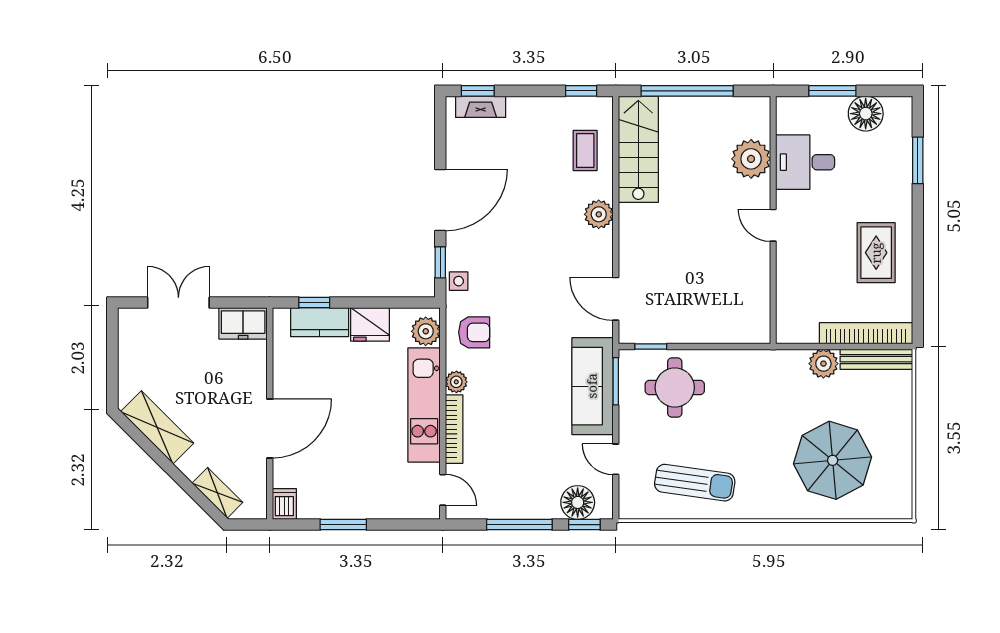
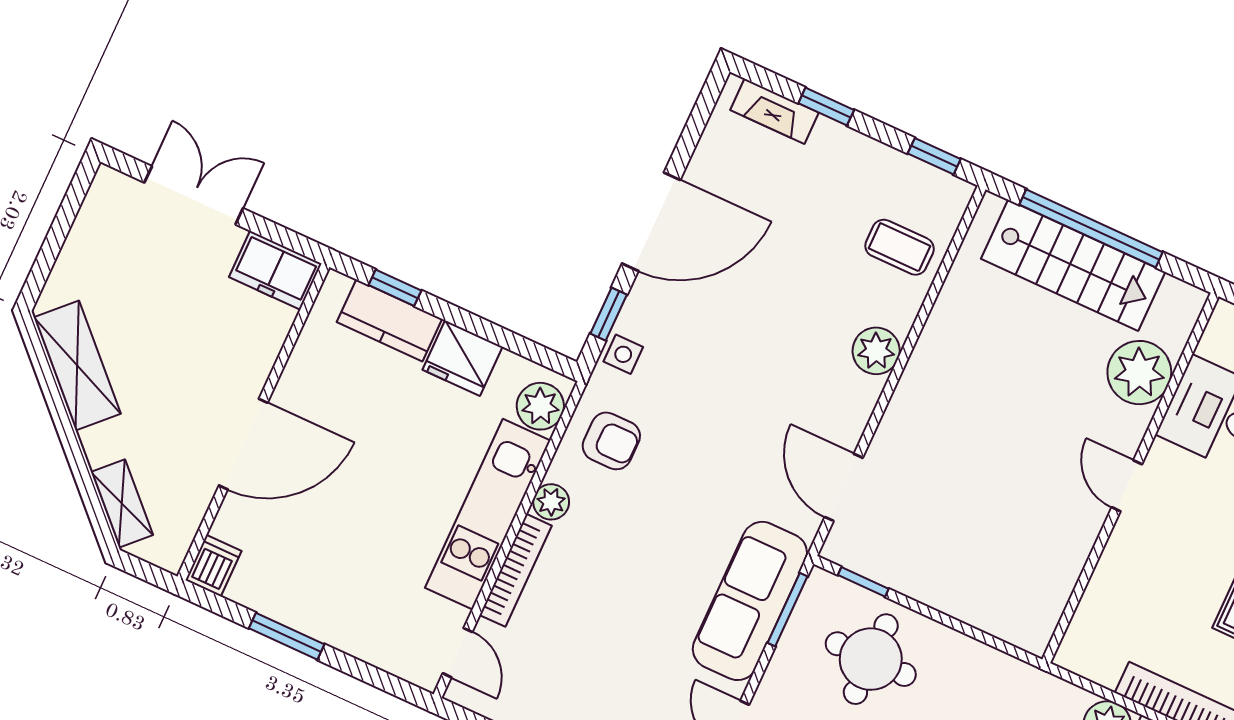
window: (478, 91) -> (826, 107), moved
stairs: (638, 149) -> (1073, 265), moved, turned 90
coffee table: (585, 151) -> (900, 247), turned 90

